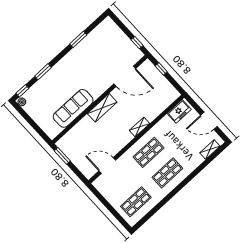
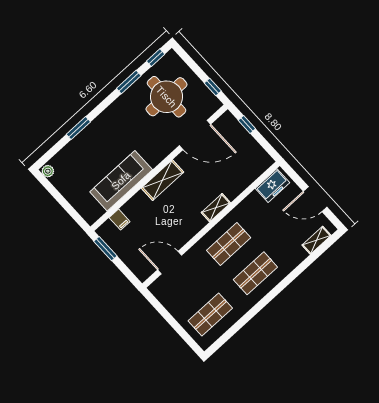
round table: (105, 50) -> (166, 97), added
window: (22, 91) -> (156, 58), moved
filing cabinet: (72, 136) -> (120, 220), added

